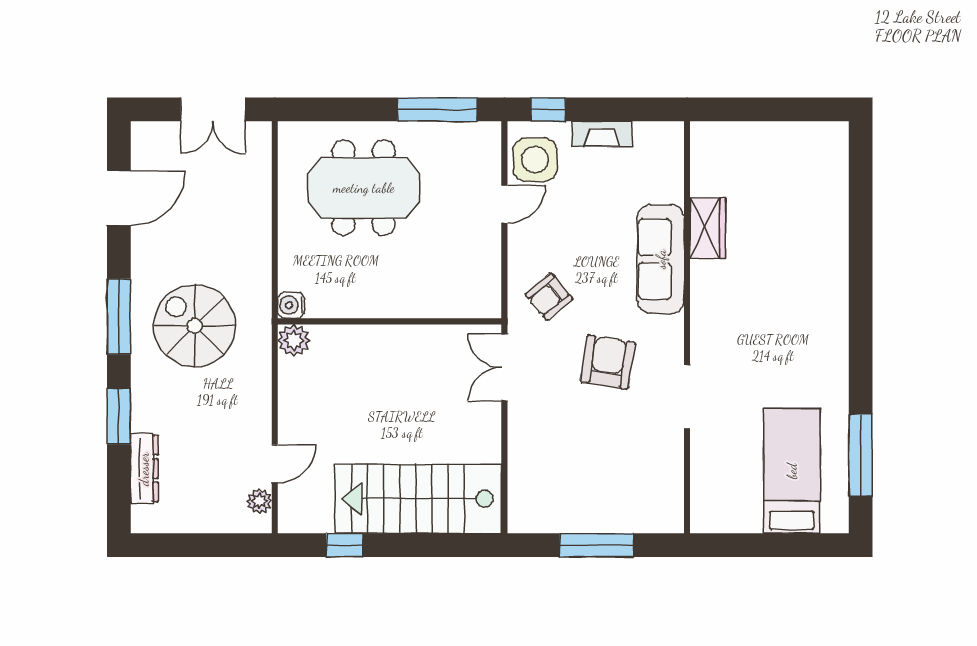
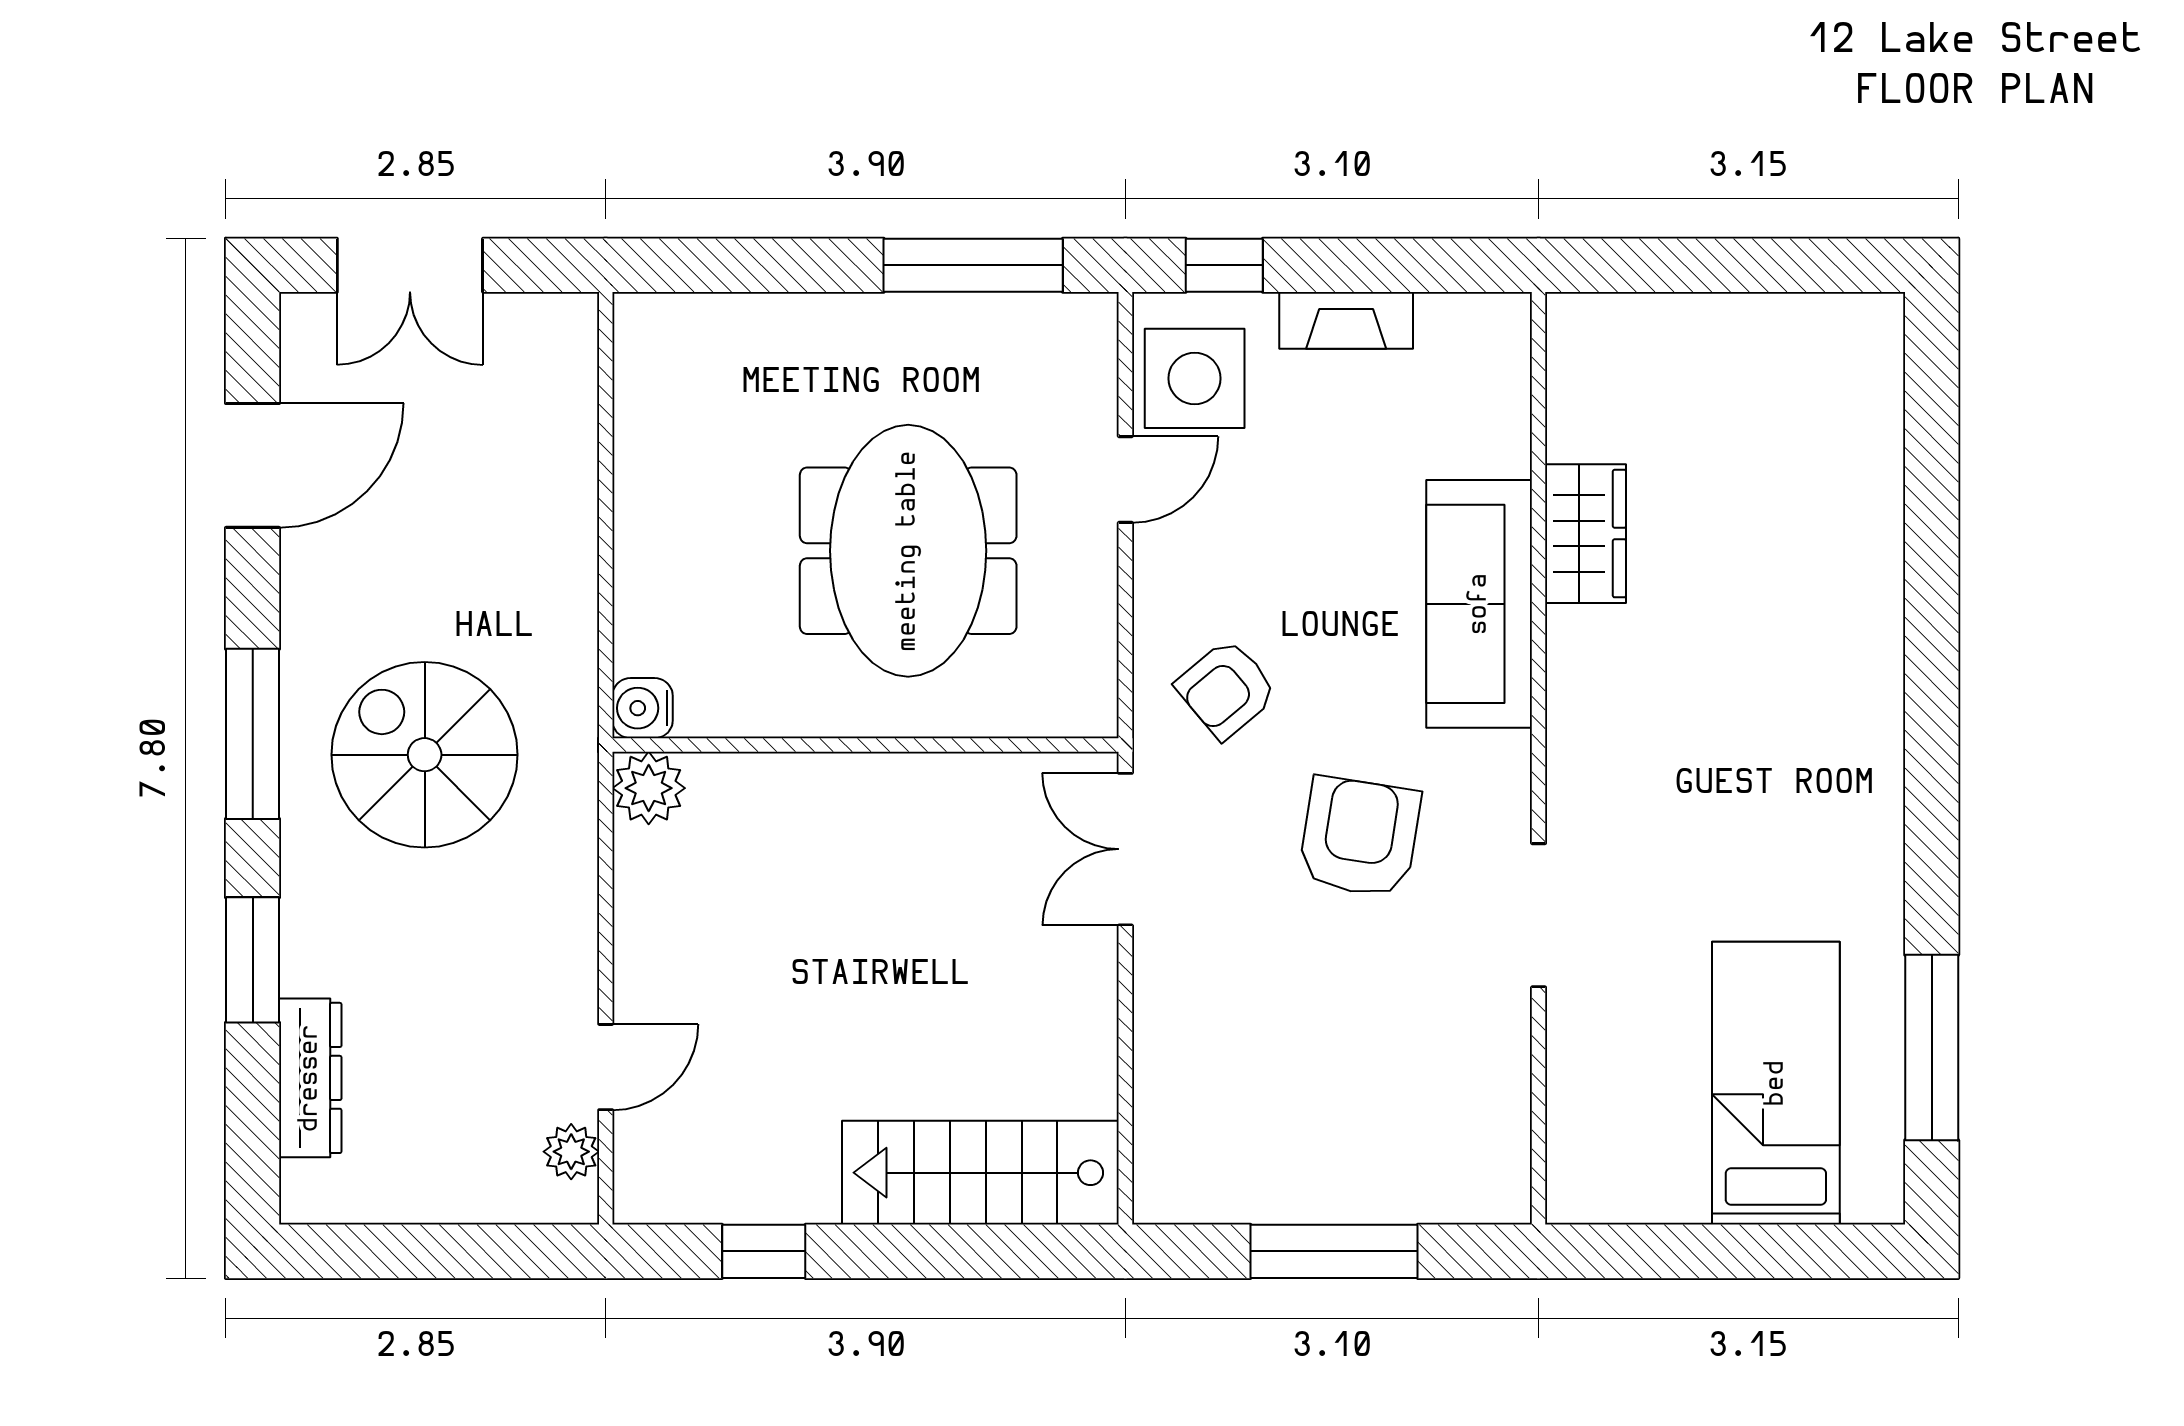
double door: (213, 109) -> (410, 265), moved
meeting table: (364, 188) -> (908, 551), moved, turned 90
stairs: (418, 499) -> (980, 1173), width x0.73, depth x0.66

